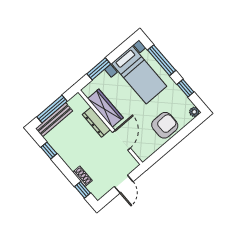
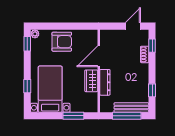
window: (162, 60) -> (27, 86), width x0.46
window: (186, 88) -> (27, 44), moved
wardrobe: (105, 108) -> (91, 81), width x0.67
armchair: (165, 125) -> (62, 42), turned 180
door: (124, 184) -> (133, 26), moved

